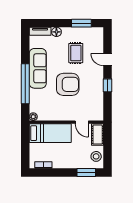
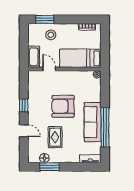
floor lamp: (56, 32) -> (44, 158), moved
window: (25, 84) -> (105, 127), moved
stool: (96, 156) -> (51, 35), moved

